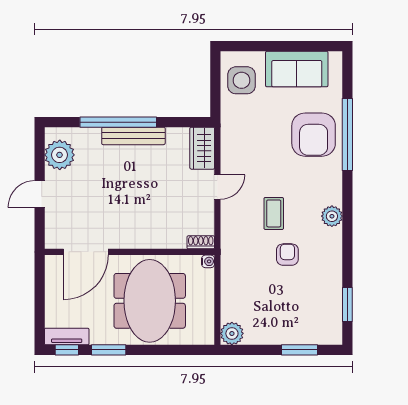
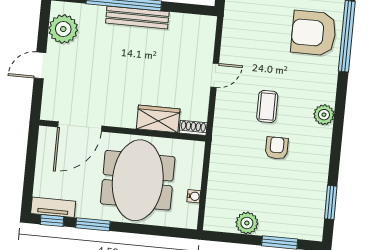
armchair: (314, 135) -> (314, 33), turned 90
wardrobe: (202, 148) -> (158, 119), moved, turned 90
water cooler: (208, 261) -> (194, 196), moved
plant: (232, 333) -> (247, 223), moved

